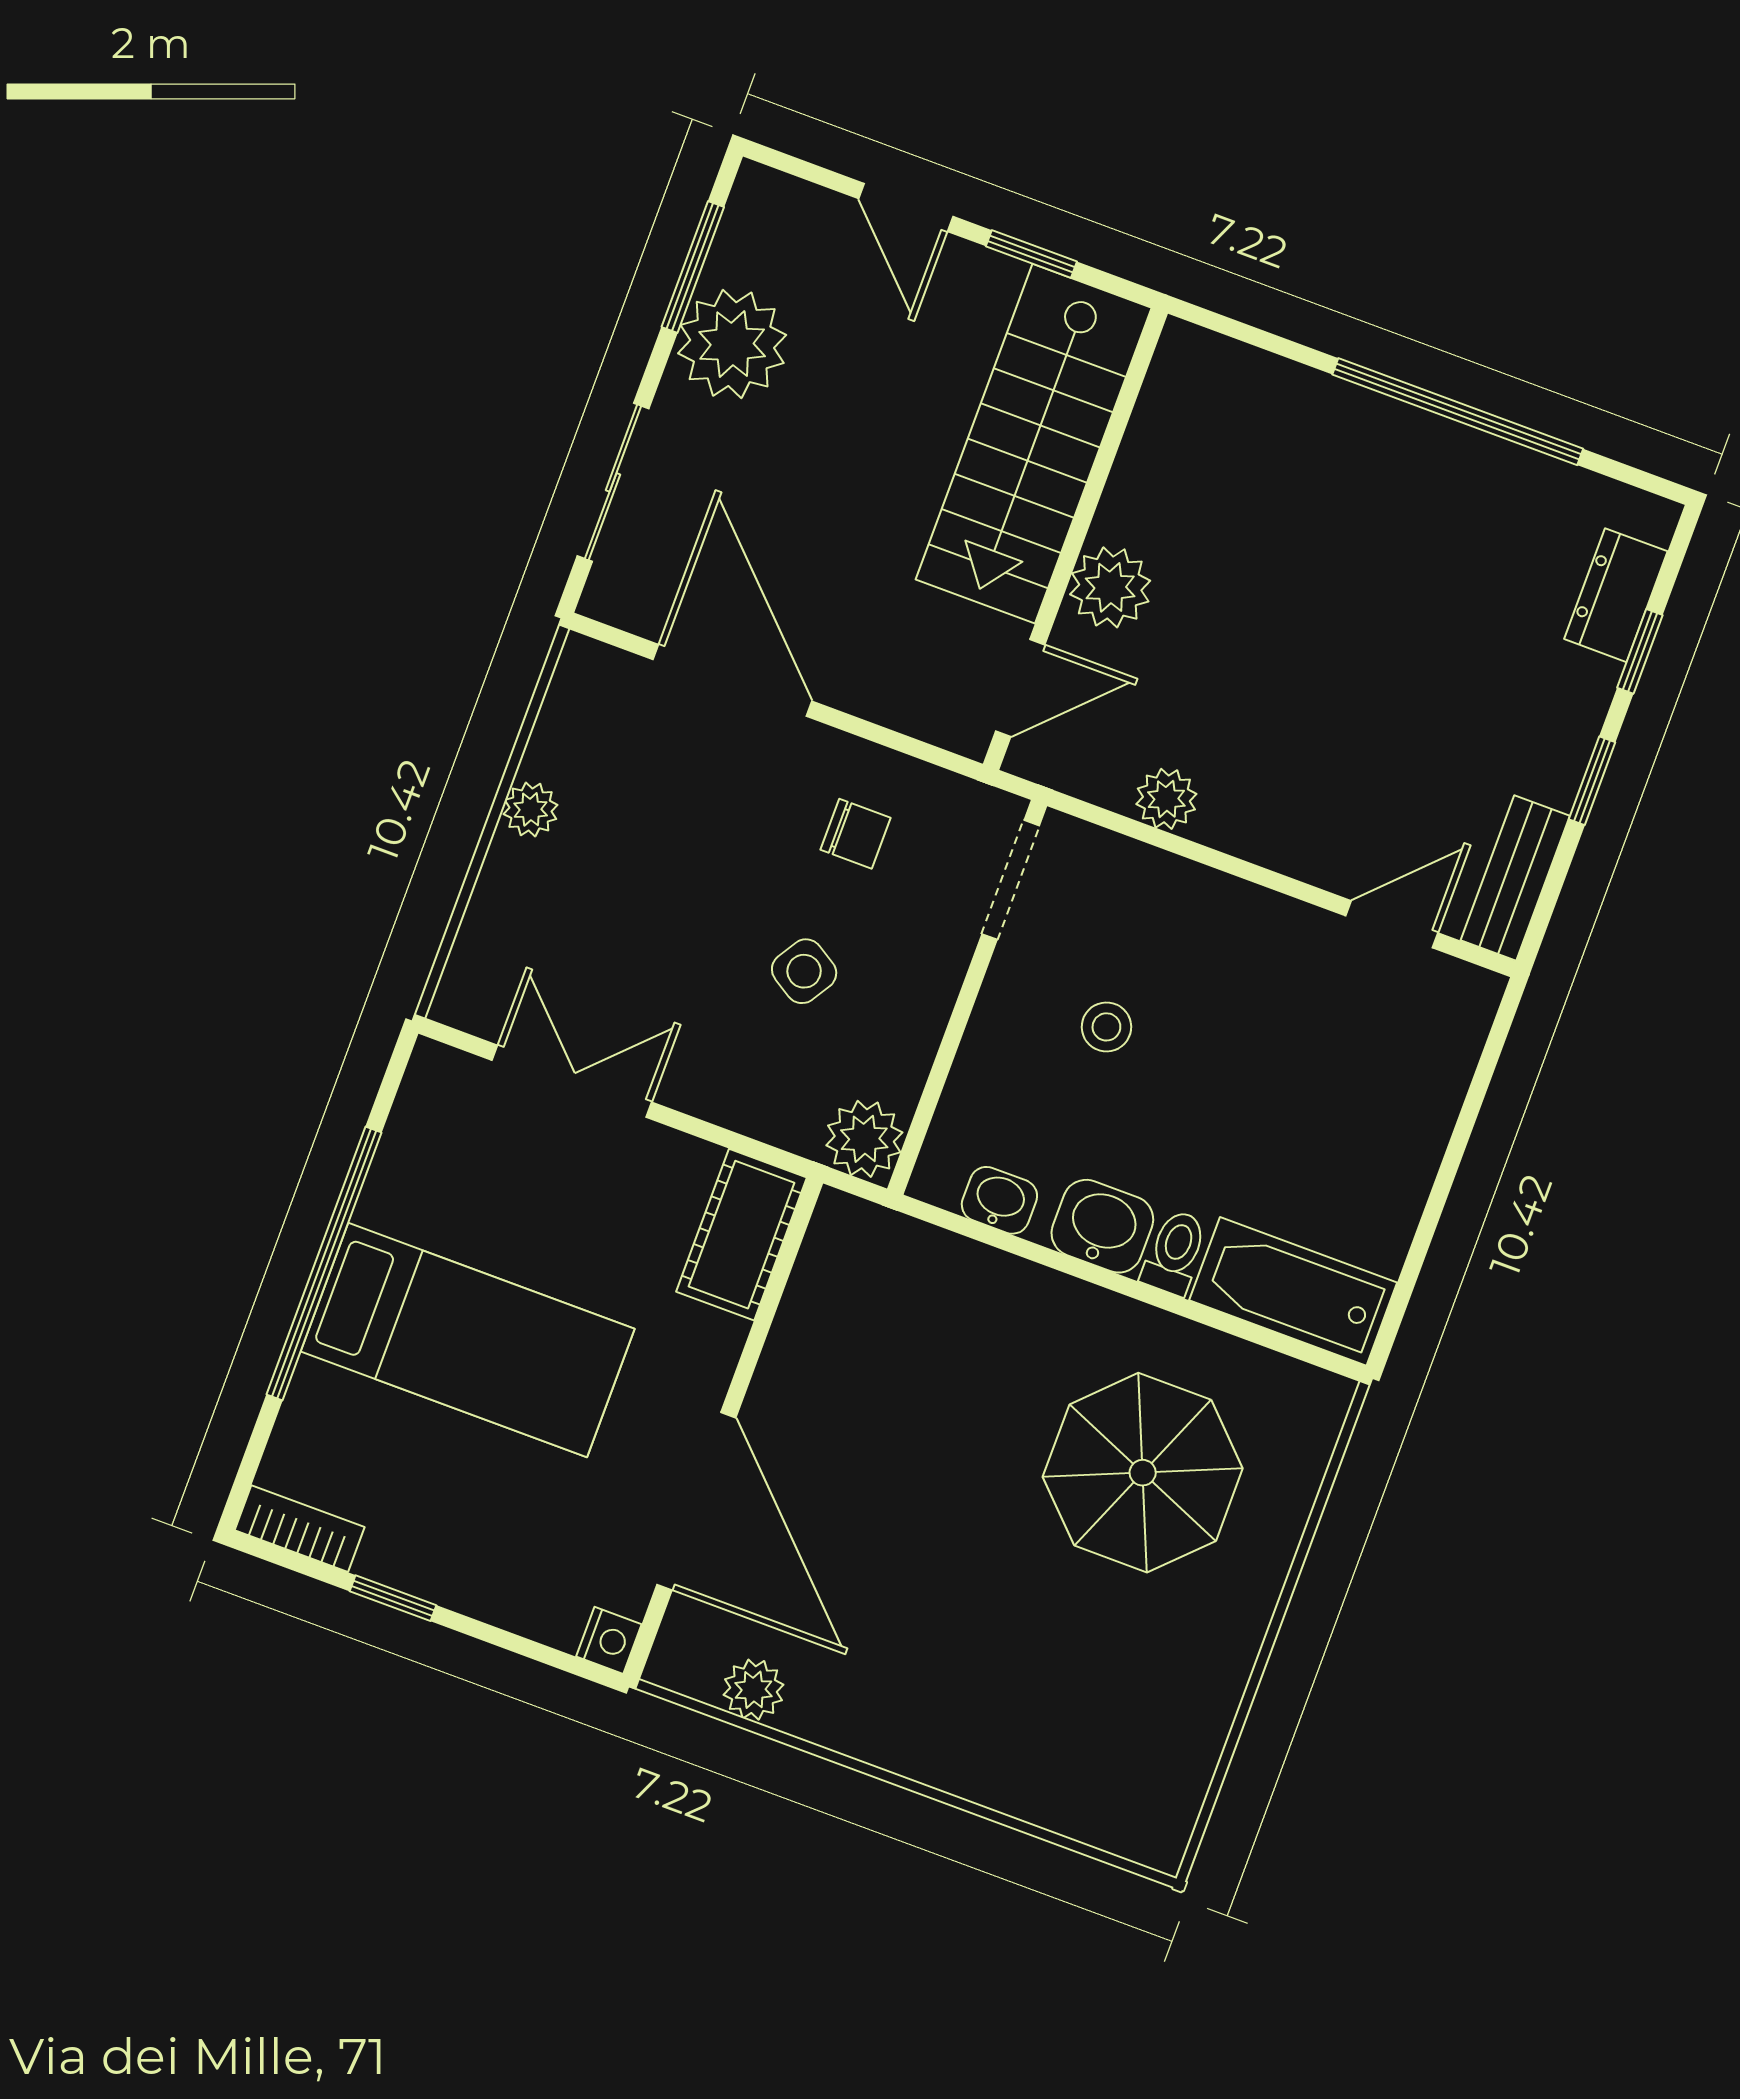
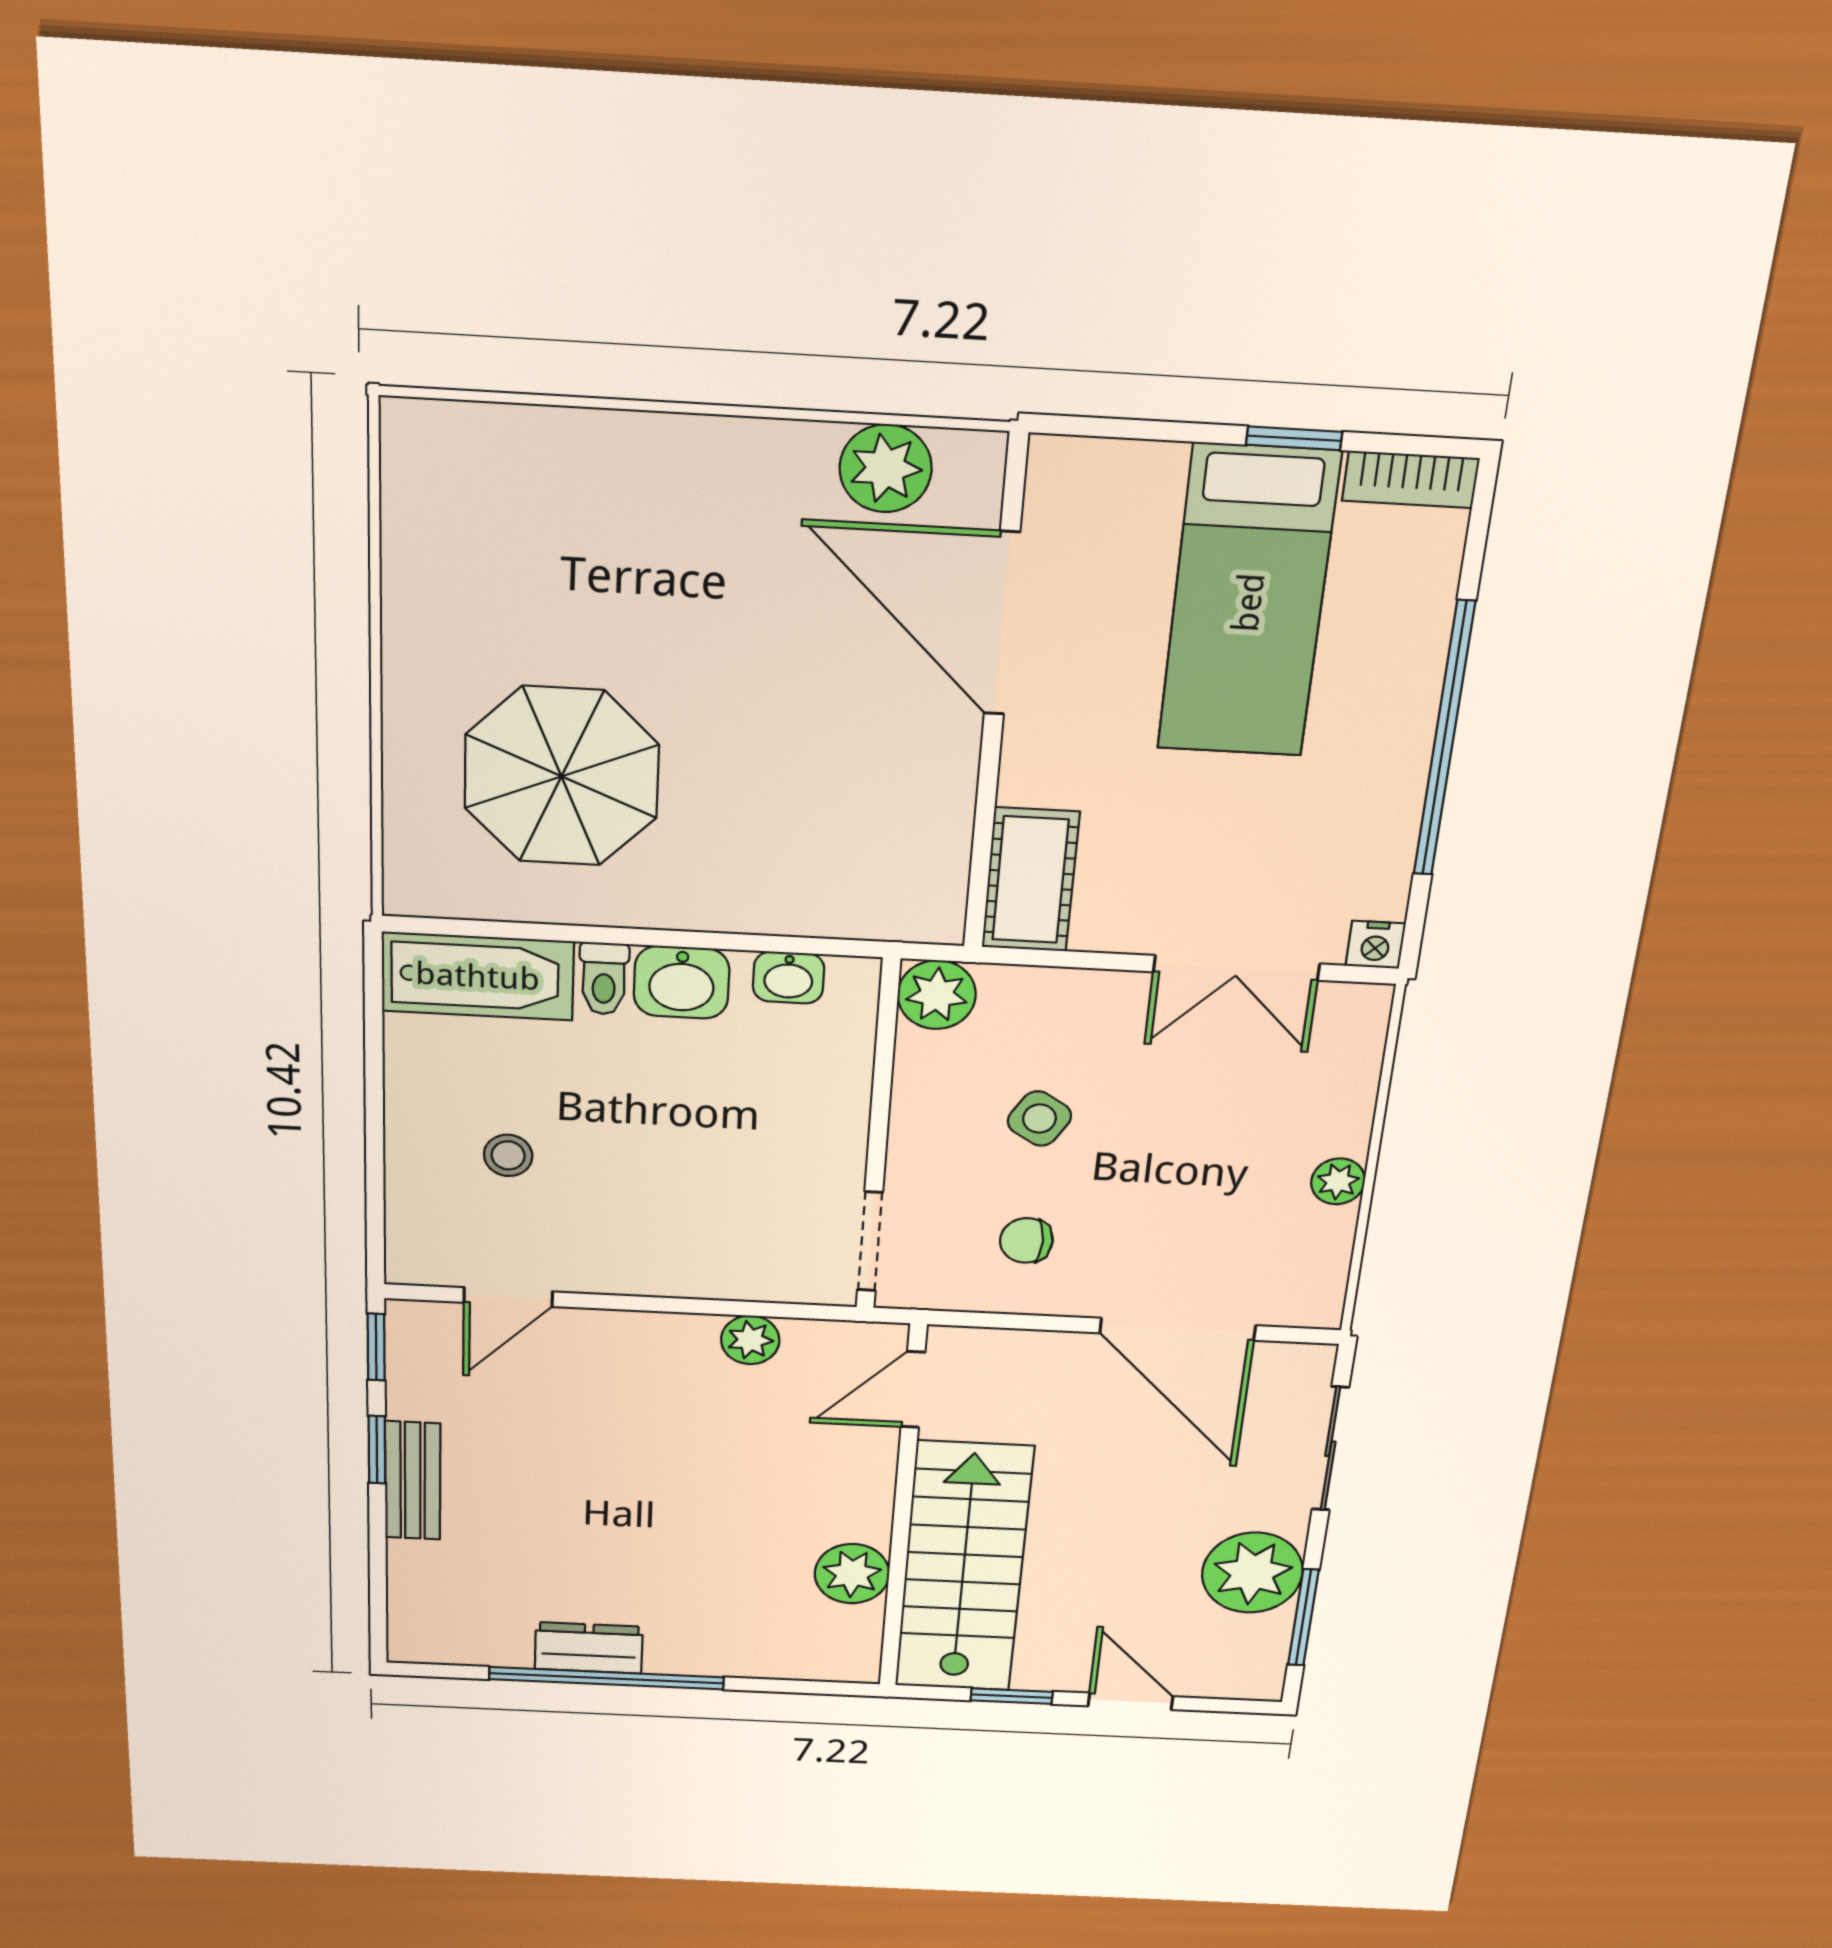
plant: (1110, 587) -> (852, 1574), moved
dresser: (1616, 595) -> (589, 1648), moved, turned -90
window: (1640, 651) -> (376, 1347), moved
bench: (1515, 878) -> (413, 1481), moved
stool: (1106, 1027) -> (508, 1155), moved
bed: (468, 1340) -> (1248, 602), moved, turned -90
nightstand: (609, 1640) -> (1375, 945), moved, turned -90
plant: (754, 1690) -> (886, 468), width x1.38, depth x1.38

